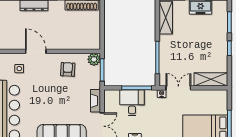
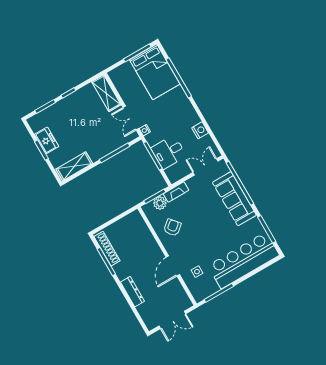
plant: (94, 59) -> (160, 203), moved
armchair: (68, 69) -> (172, 228), turned 137
fireplace: (95, 101) -> (176, 192), moved

